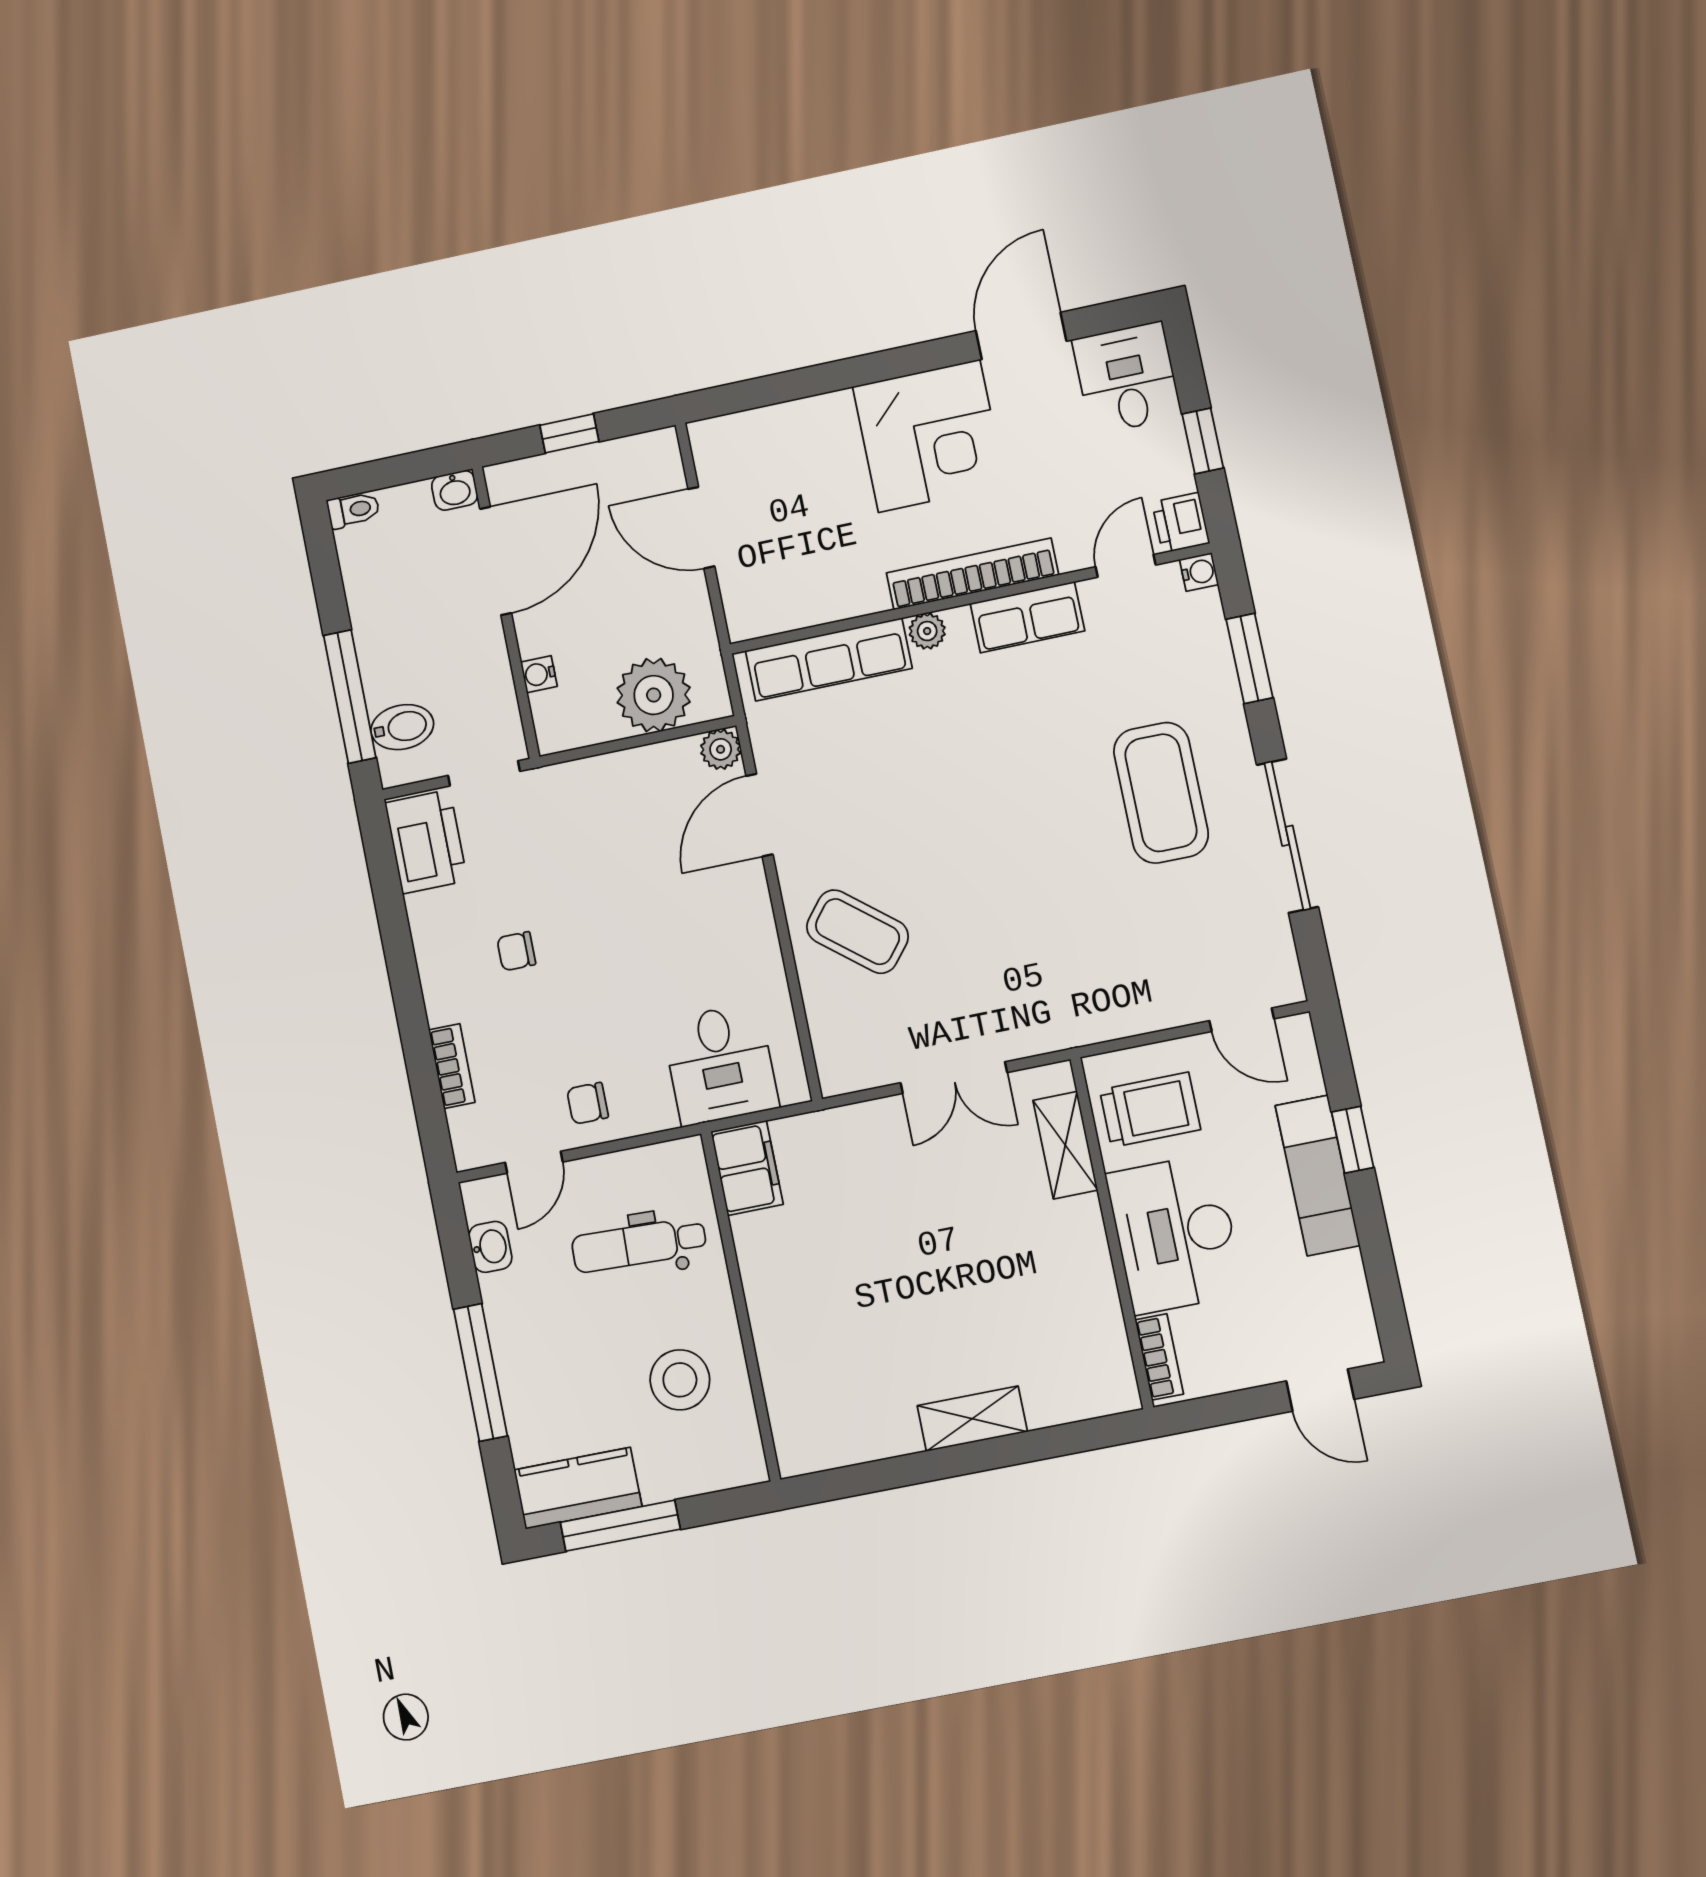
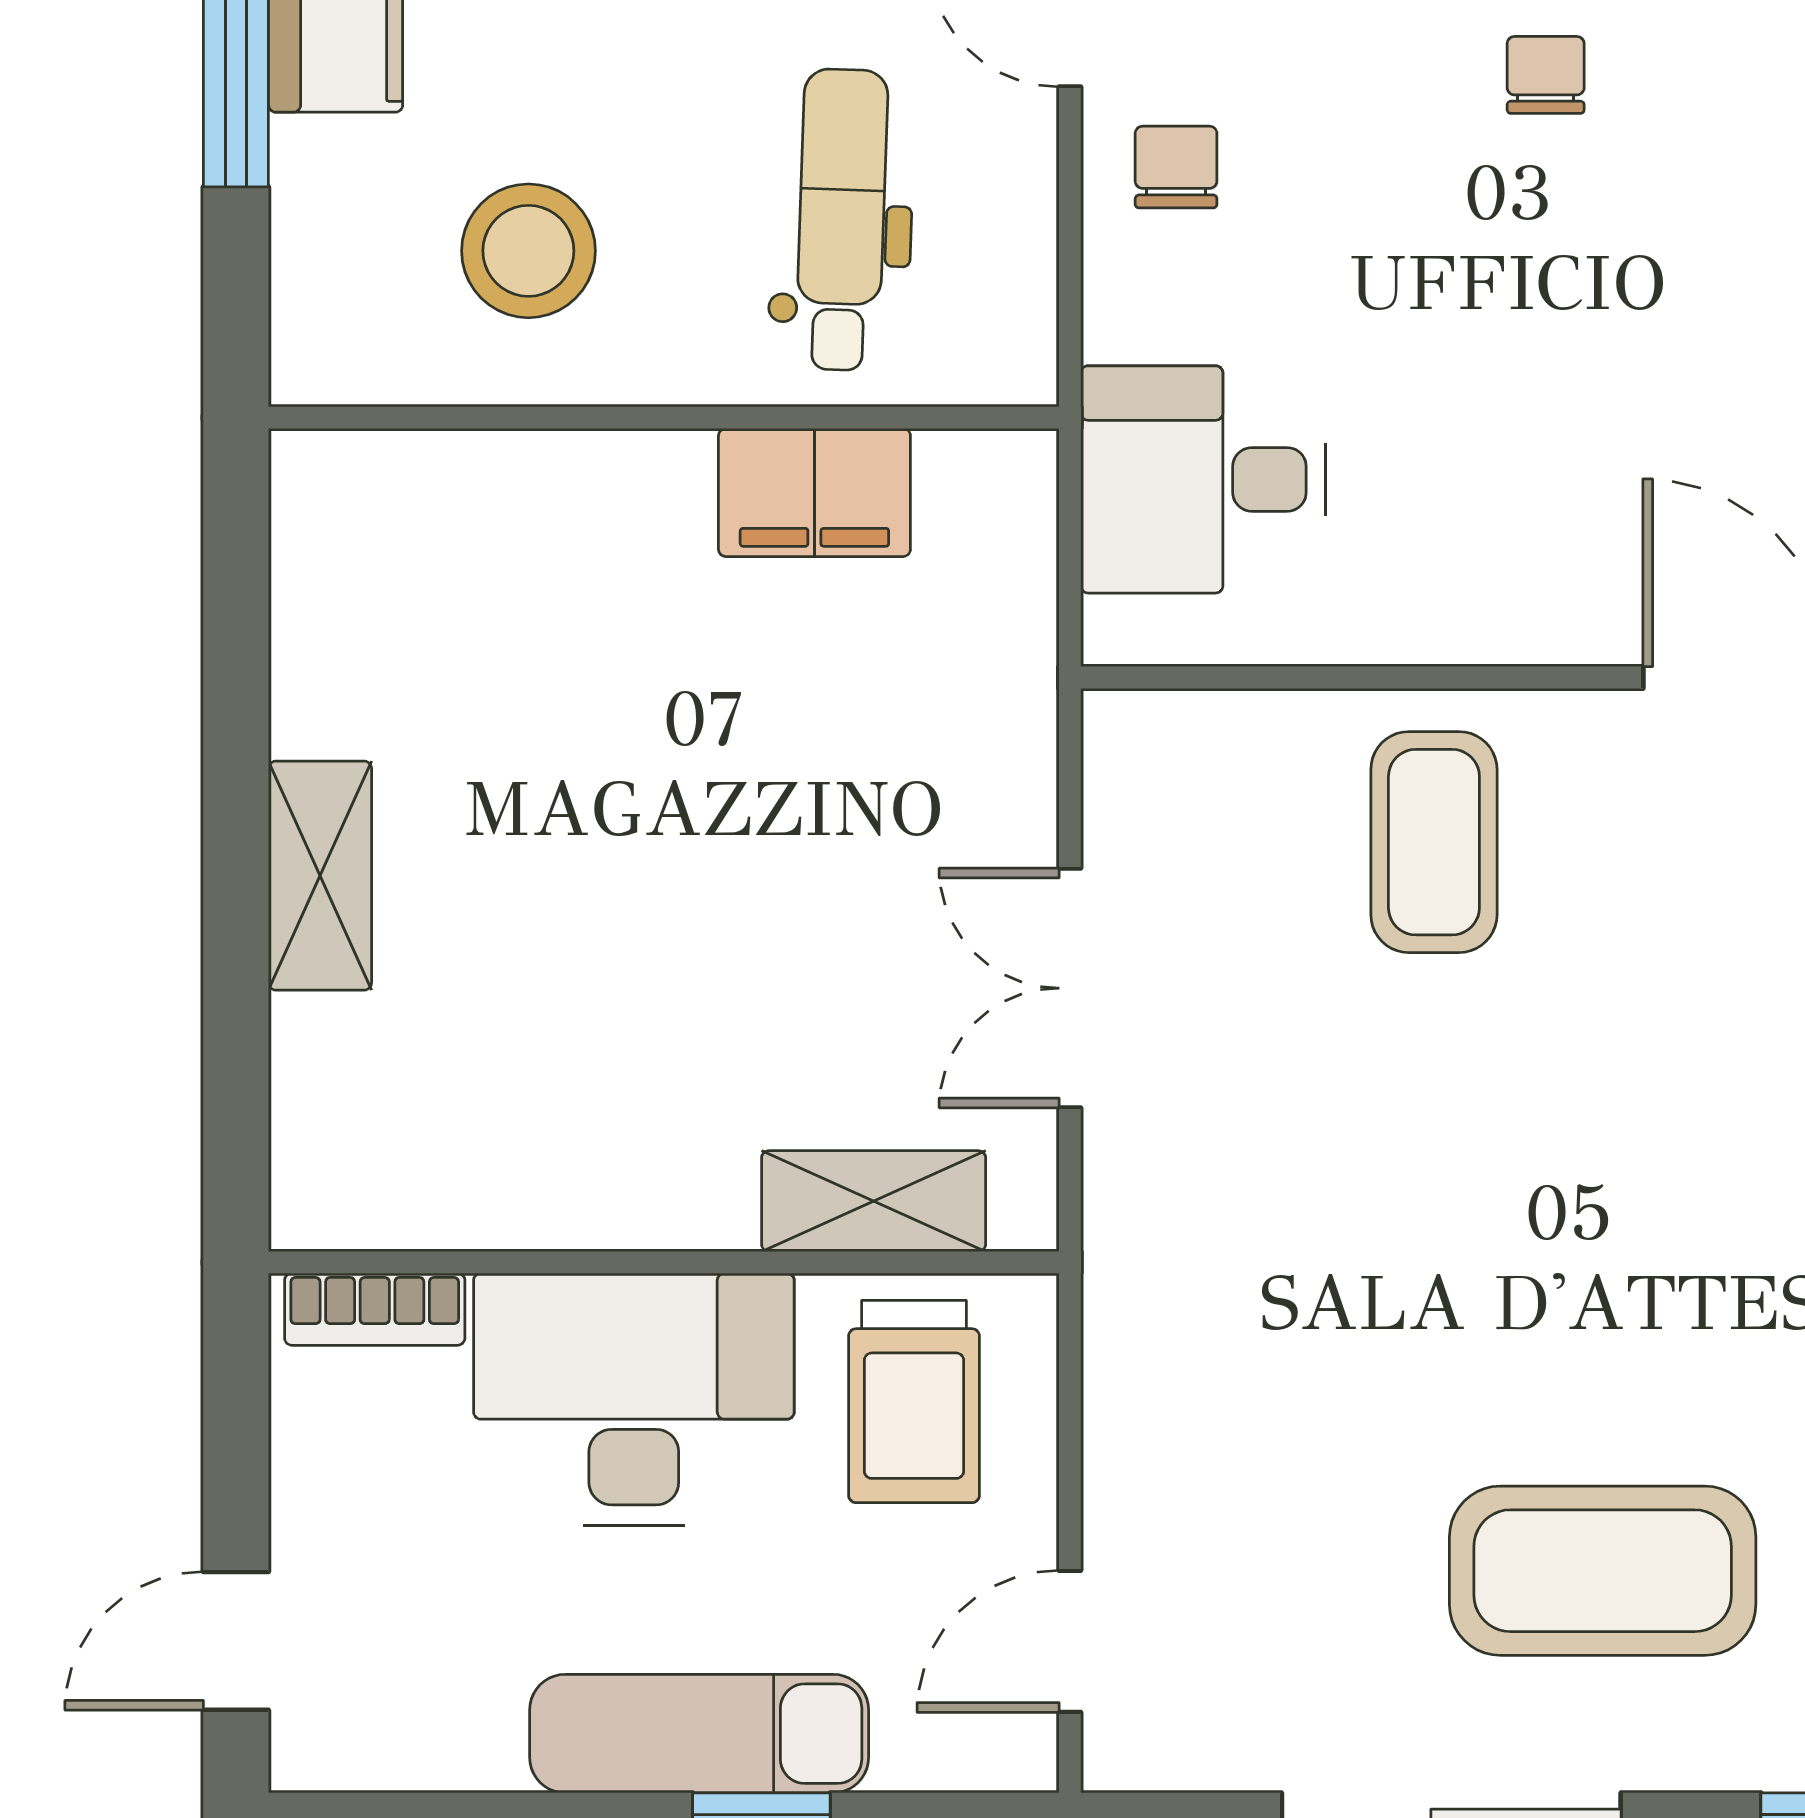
coffee table: (857, 932) -> (1434, 842), turned -39
filing cabinet: (747, 1168) -> (814, 492), moved

